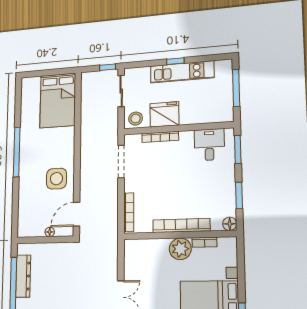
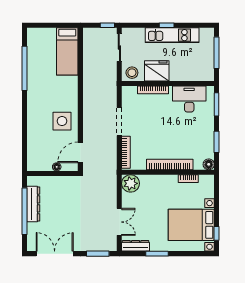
bed: (58, 100) -> (67, 51), width x0.67
desk: (209, 145) -> (189, 99), width x1.37
window: (17, 152) -> (25, 68), moved
doorway: (121, 162) -> (119, 122), moved
plant: (180, 249) -> (131, 183), moved

